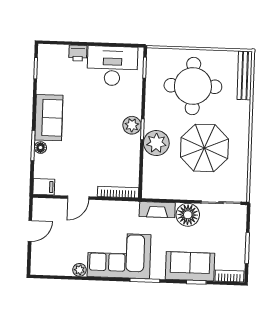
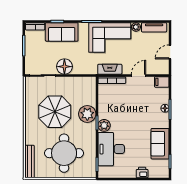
desk: (112, 66) -> (111, 149), moved, turned 90
sofa: (49, 118) -> (160, 144), moved
fireplace: (157, 210) -> (110, 69), moved
tv unit: (52, 268) -> (154, 27), added

